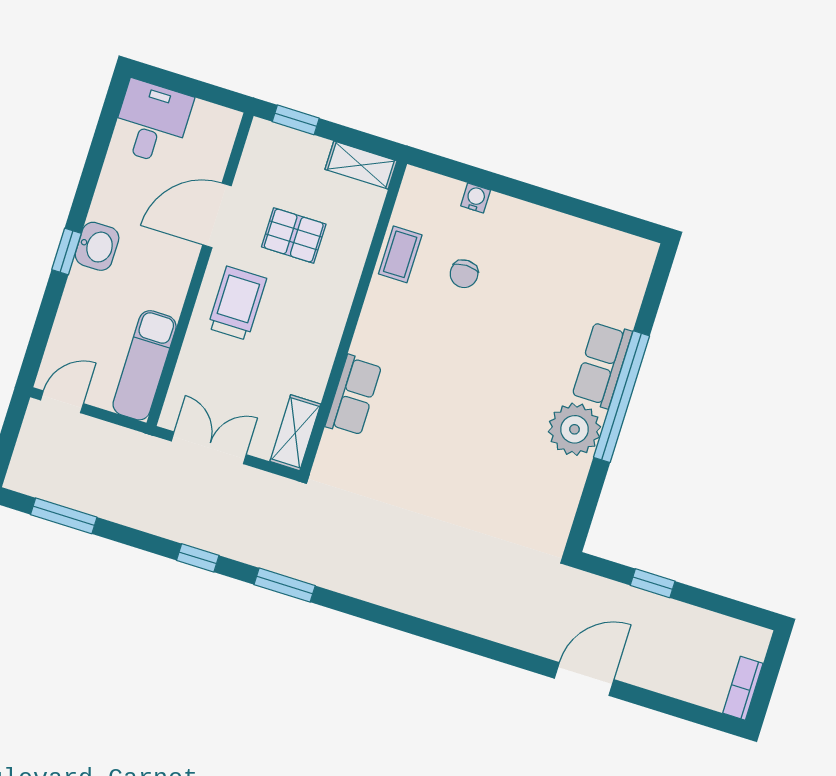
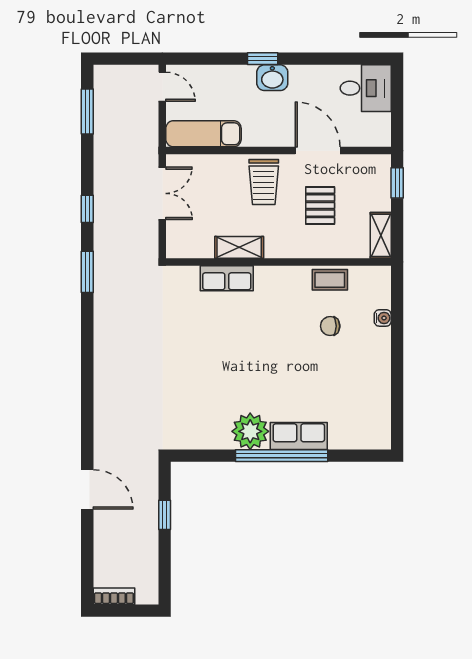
trolley: (237, 303) -> (264, 182), turned 90
shelving: (295, 433) -> (239, 247), moved

